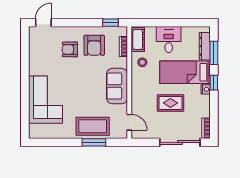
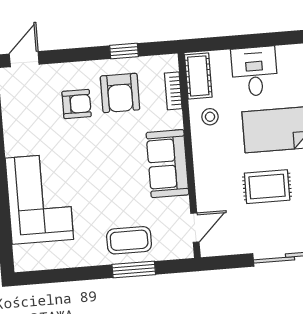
window: (110, 23) -> (124, 51), moved
armchair: (70, 49) -> (77, 104), turned 180
door: (129, 122) -> (195, 228), hinge flipped
coffee table: (93, 126) -> (129, 240), width x0.73, depth x0.76

